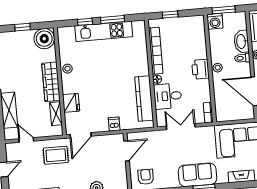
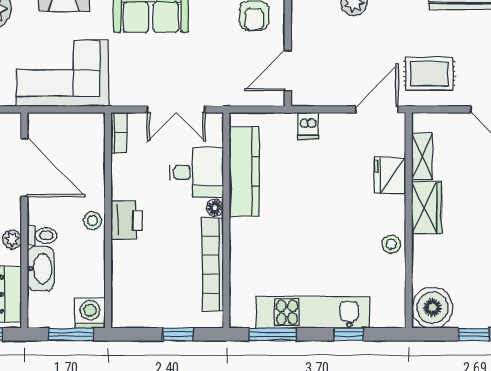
window: (113, 19) -> (272, 334), moved
wardrobe: (51, 82) -> (427, 208), width x0.67

